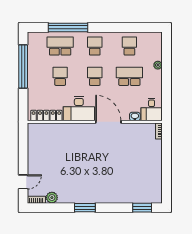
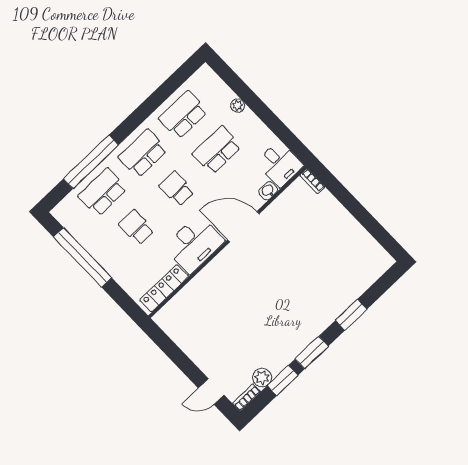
school desk: (95, 46) -> (143, 154), width x1.85
school desk: (129, 46) -> (183, 115), width x1.85
door: (23, 182) -> (211, 391), swing flipped
window: (60, 208) -> (283, 380), added
window: (142, 208) -> (351, 315), moved

